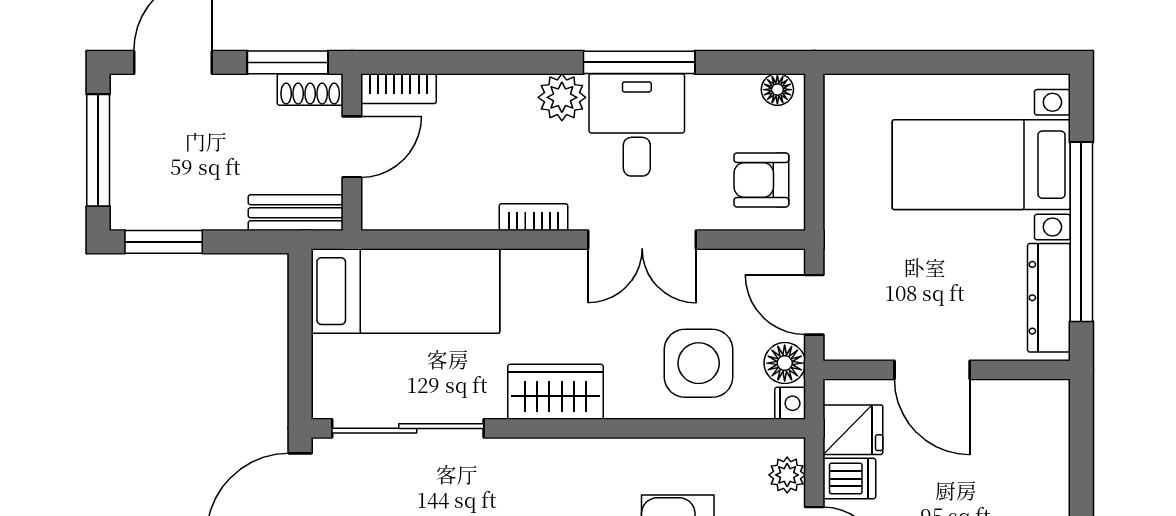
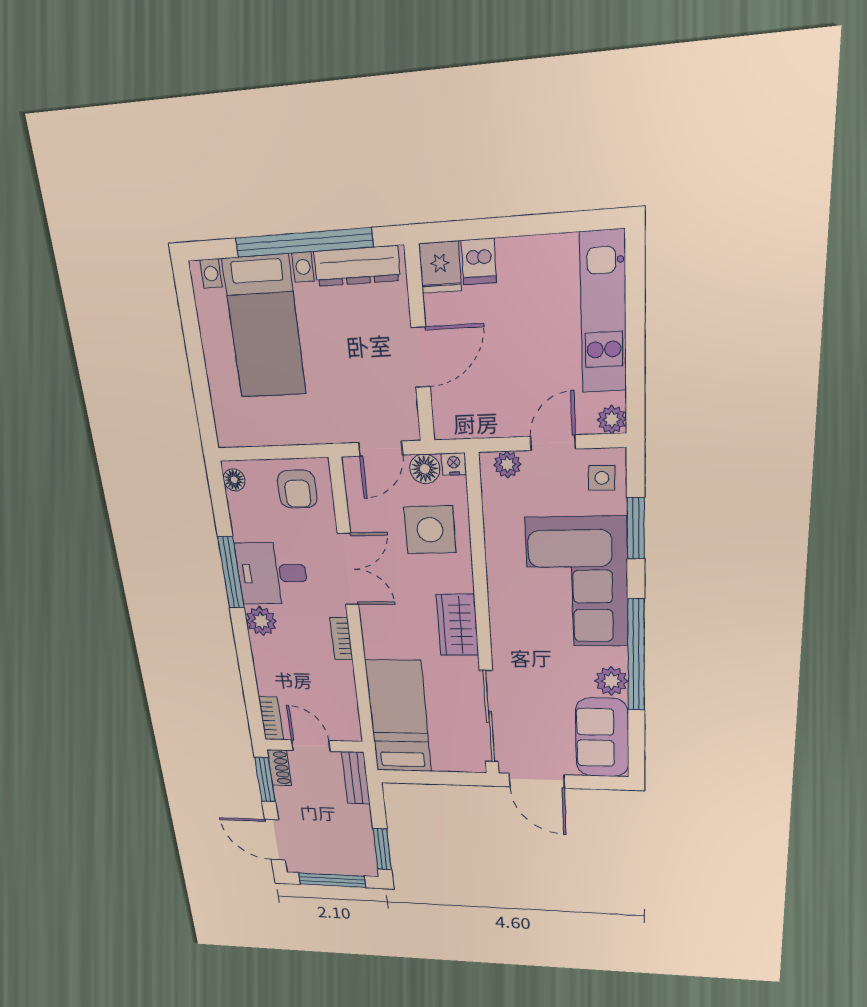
fridge: (853, 430) -> (440, 267), moved, turned 180
dishwasher: (849, 479) -> (479, 261), moved, turned 180

